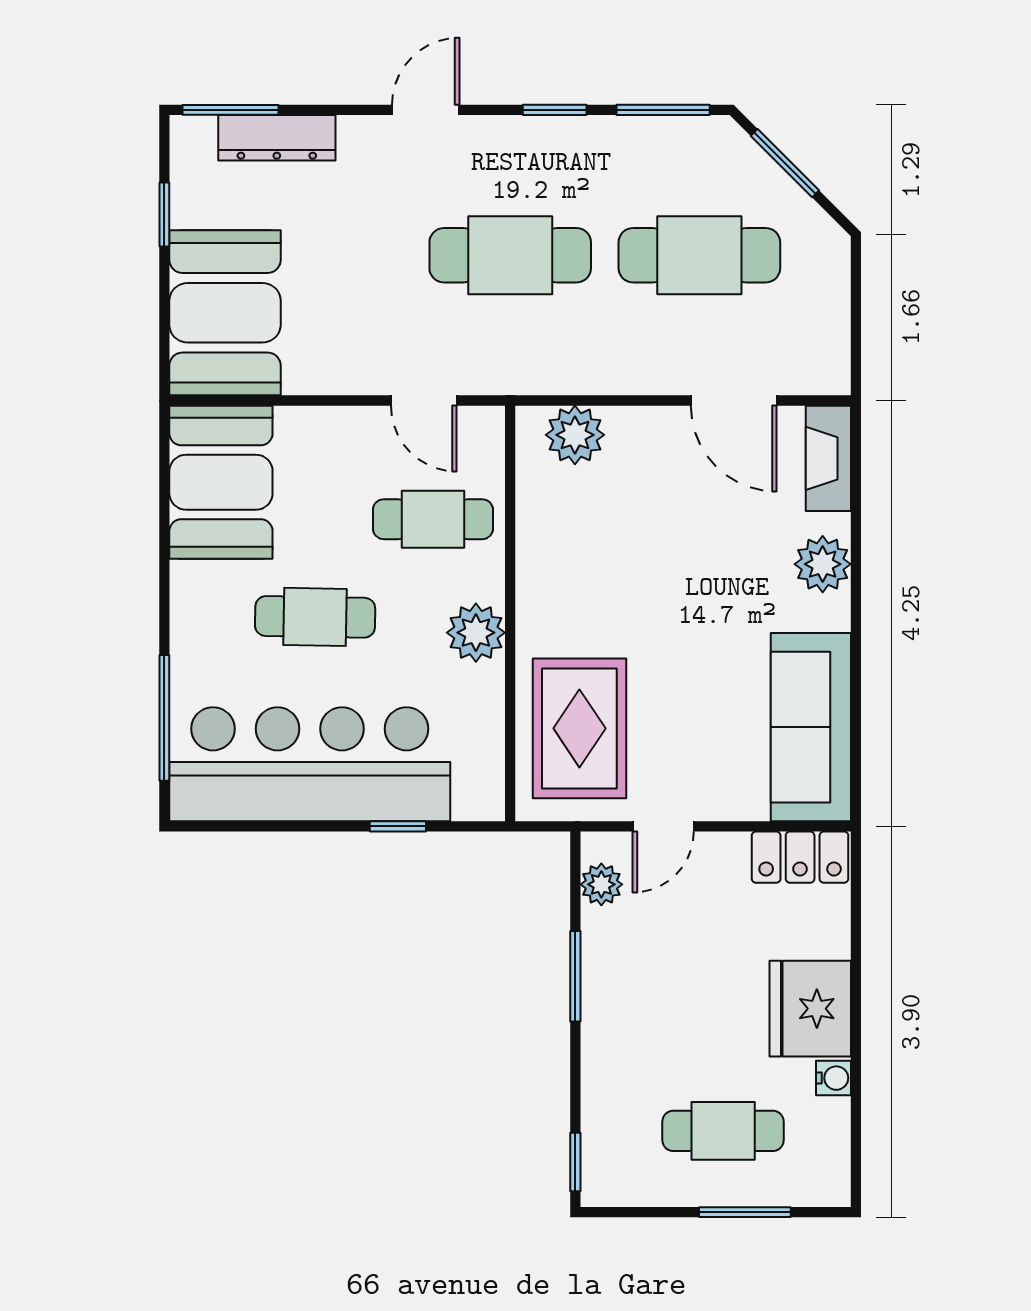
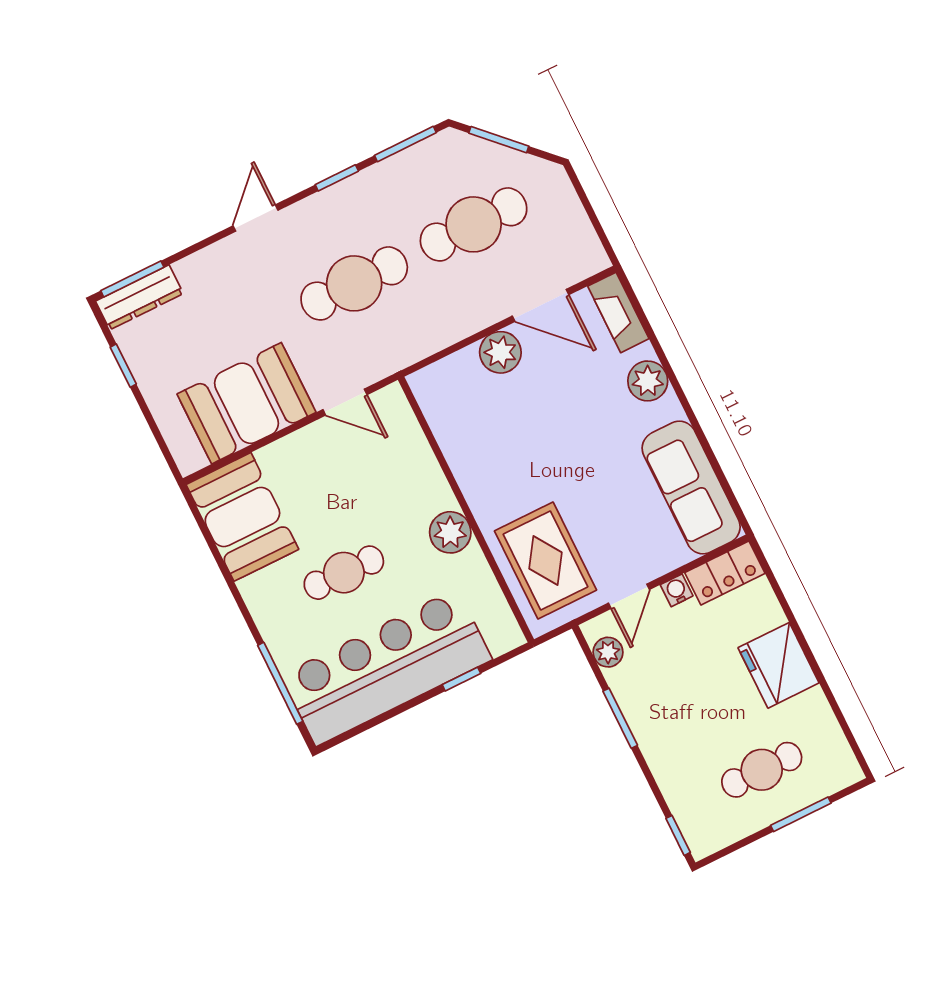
dresser: (277, 138) -> (139, 297), moved
booth: (225, 313) -> (246, 403), moved, turned 90
plant: (575, 435) -> (500, 352), moved
cafe table: (433, 519) -> (388, 474), removed
water cooler: (833, 1078) -> (677, 590), moved, turned -90

